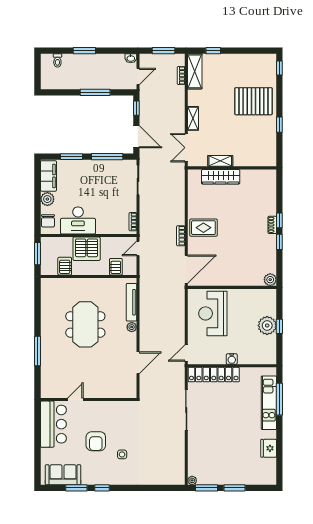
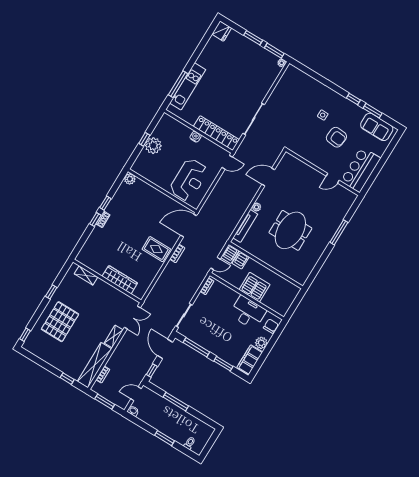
shelving: (195, 71) -> (94, 365), width x1.47
pallet: (253, 101) -> (60, 322), turned 90
shelving: (220, 161) -> (86, 275), moved
window: (38, 254) -> (294, 306), removed
server rack: (65, 266) -> (230, 254), moved
armchair: (96, 441) -> (336, 137), turned 96
fridge: (269, 448) -> (222, 31), moved

